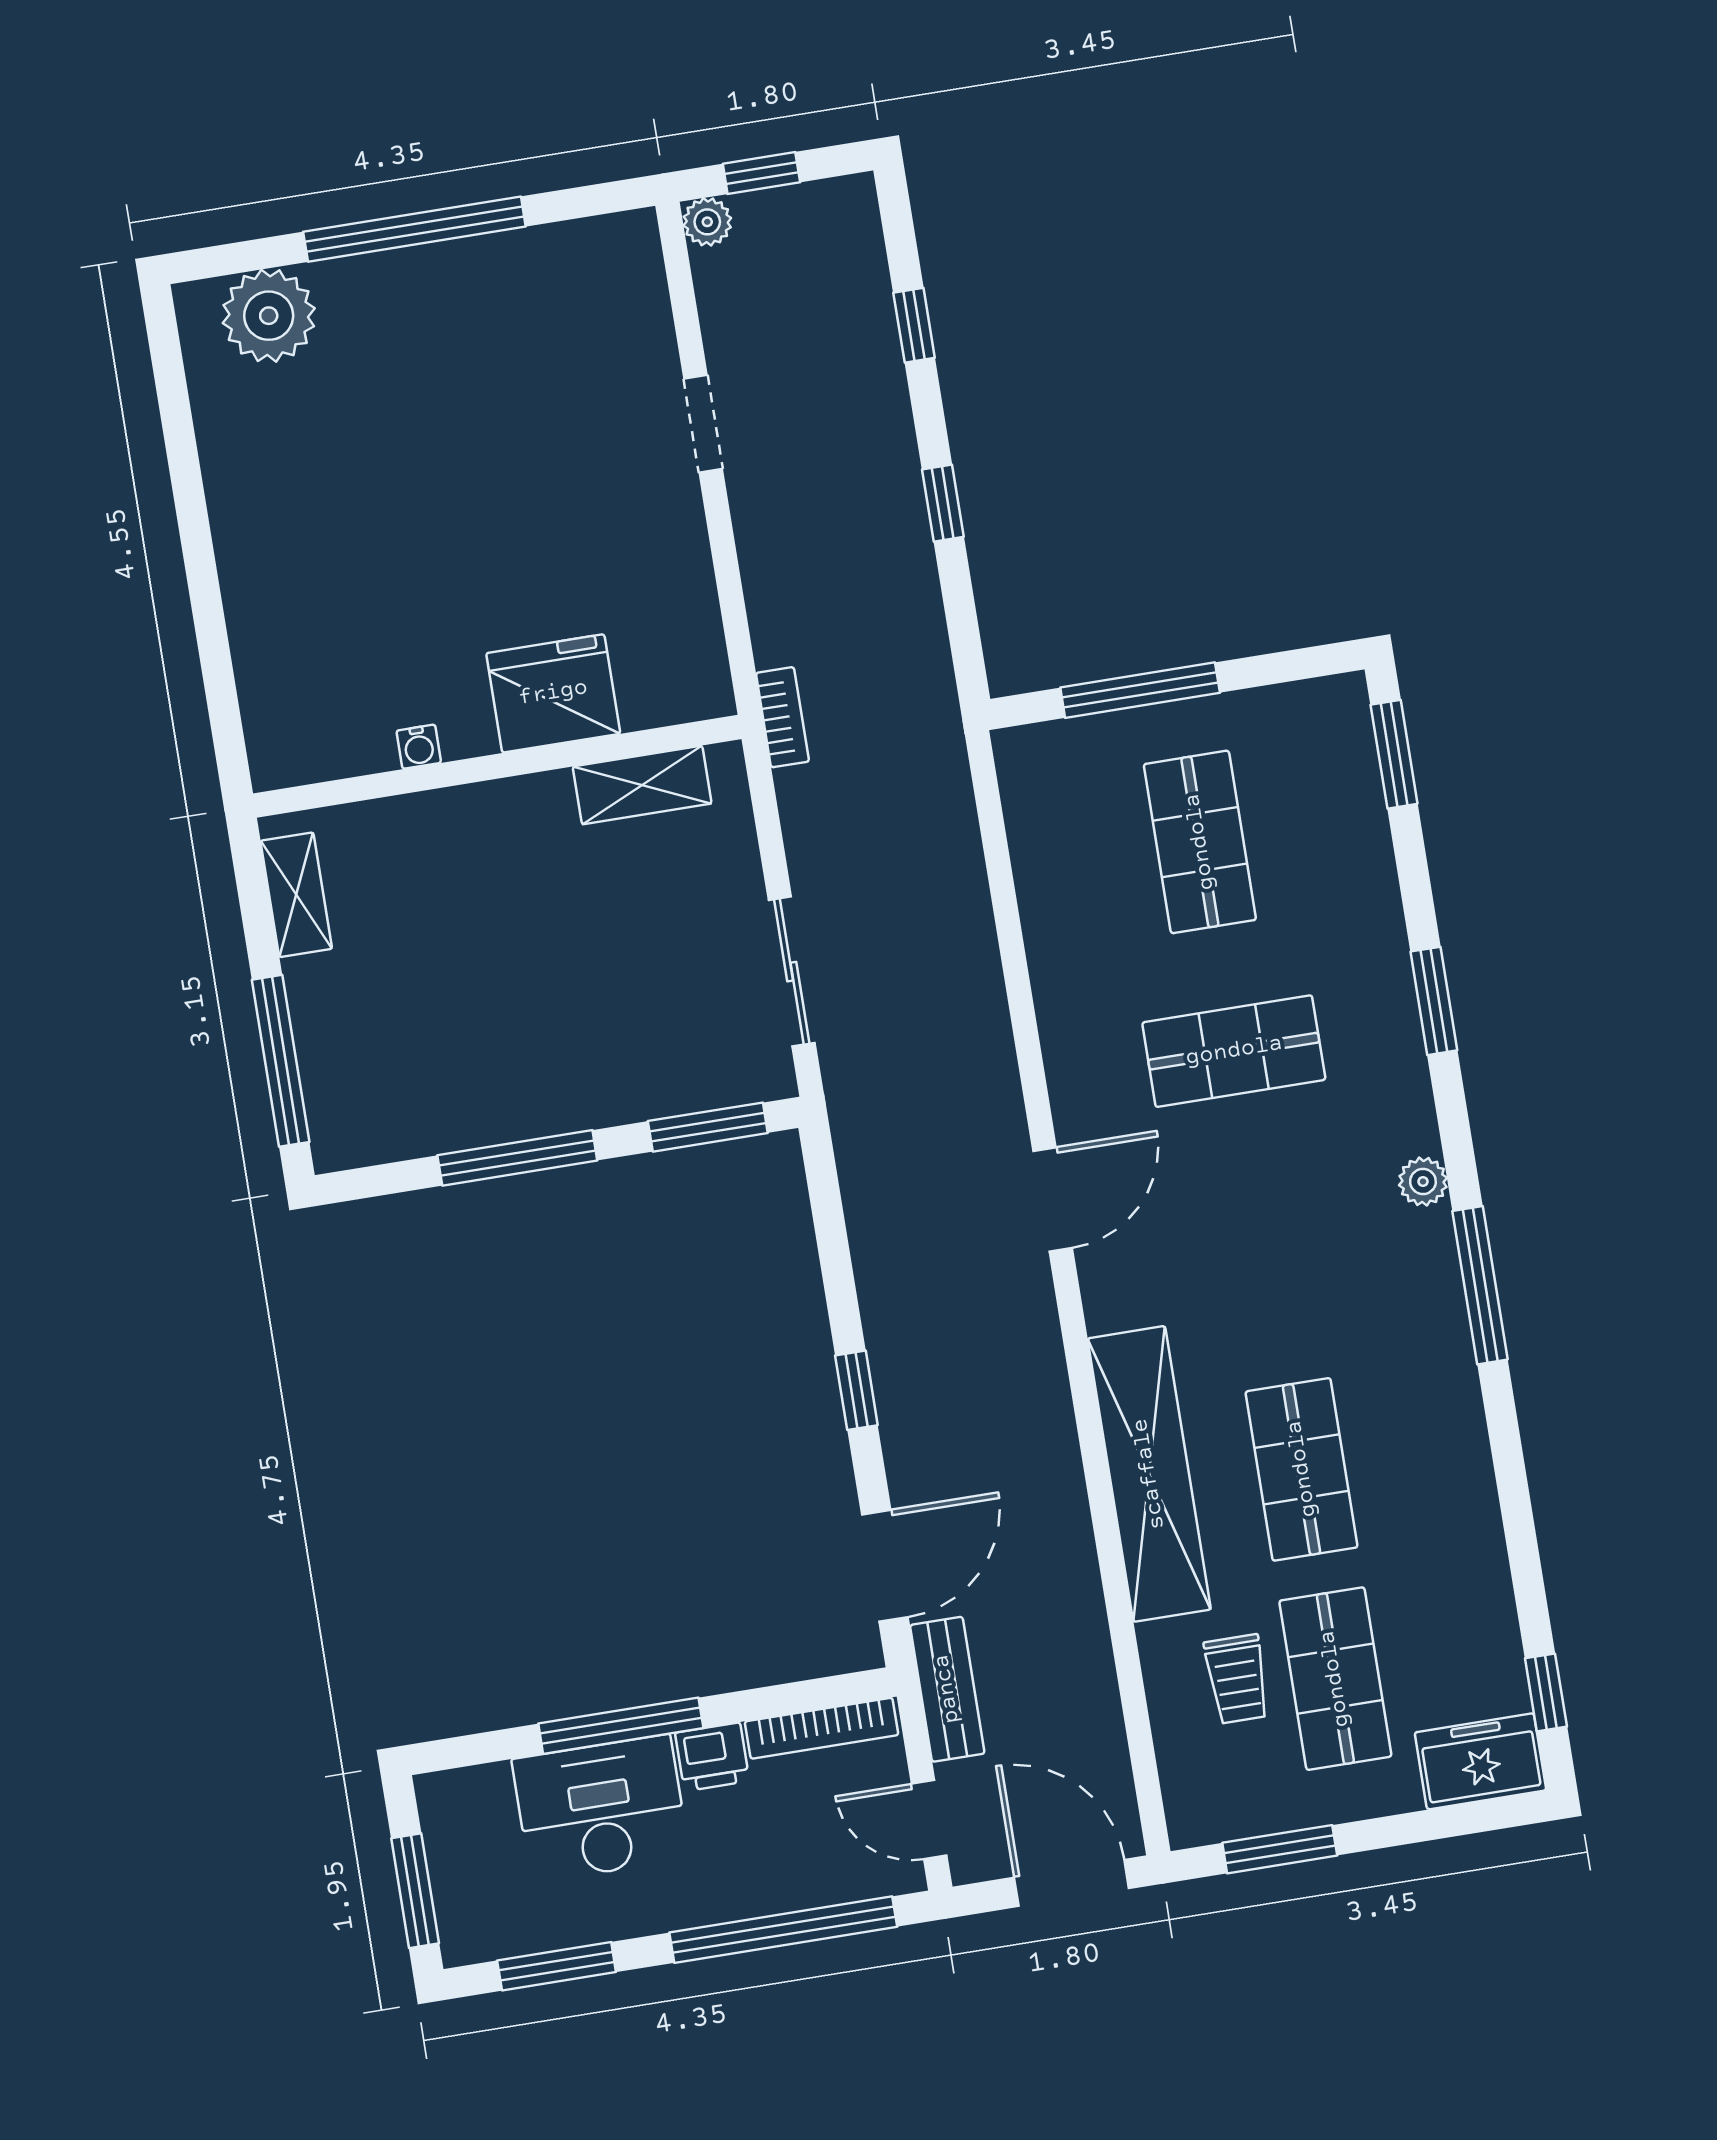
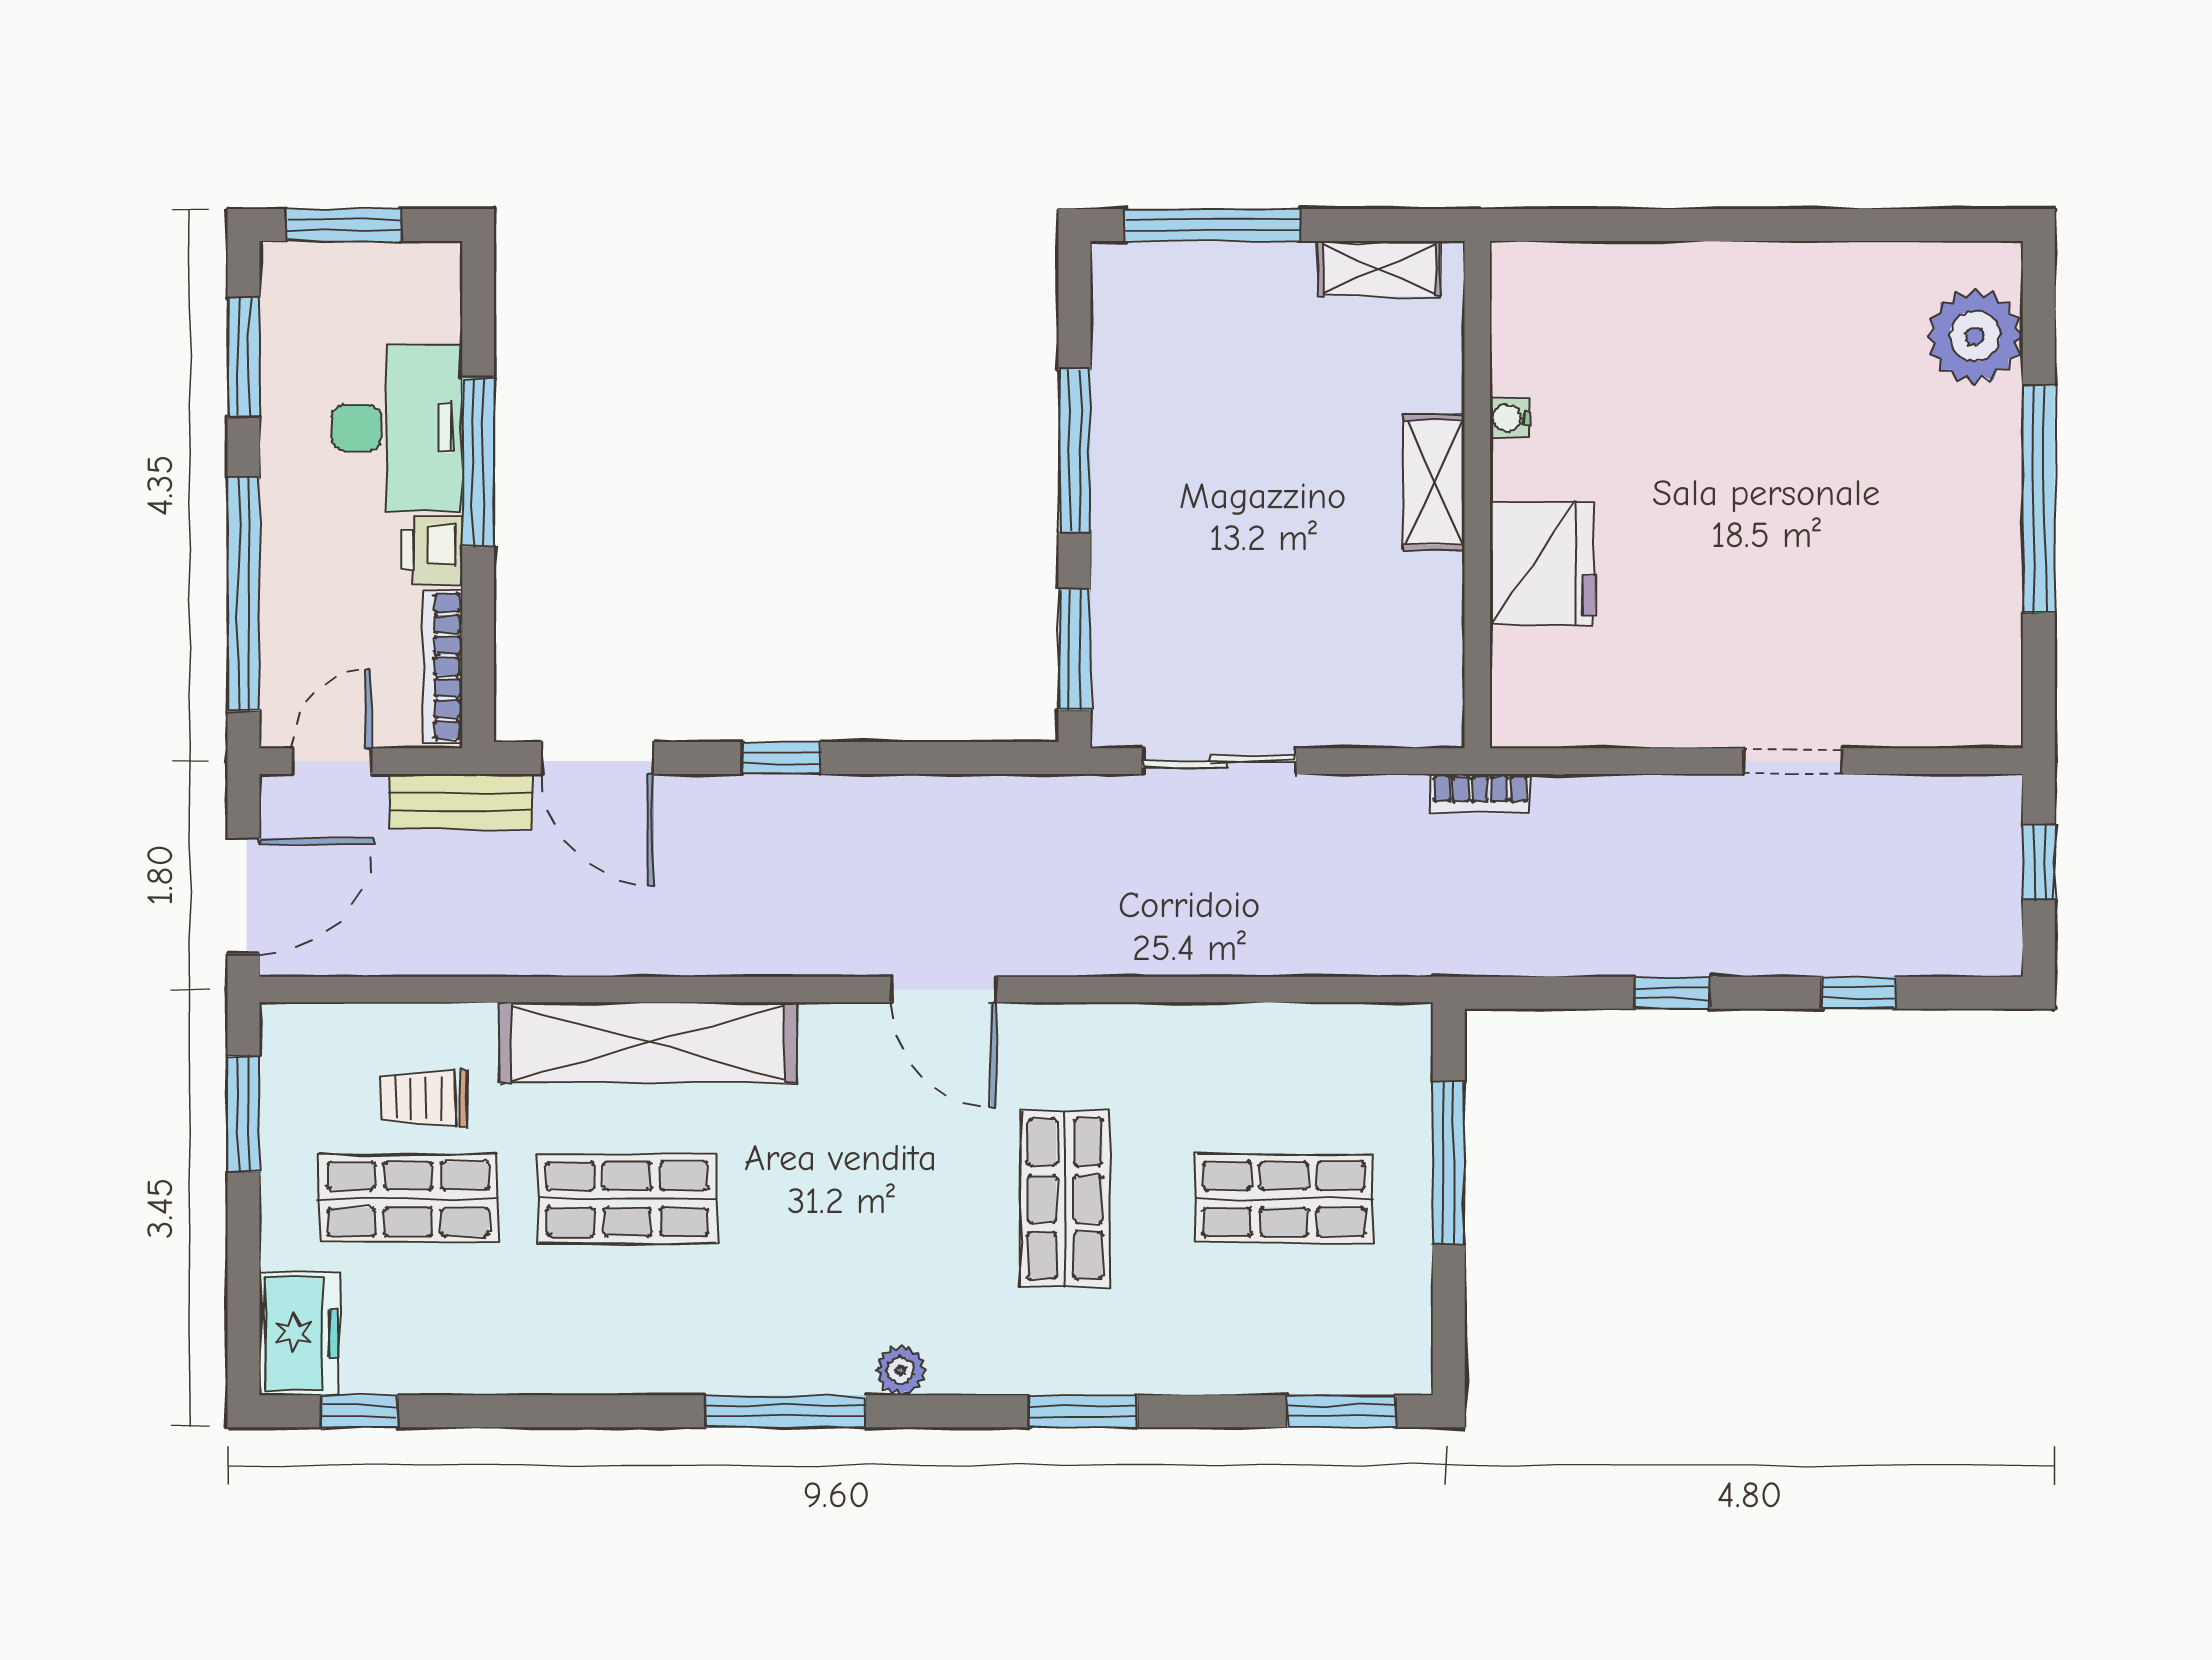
plant: (707, 222) -> (1998, 799), removed
shelving: (642, 785) -> (1434, 483), moved

